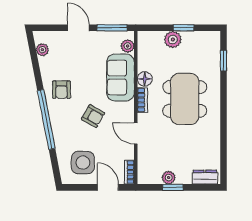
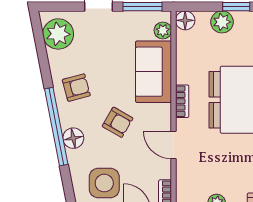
plant: (42, 50) -> (58, 34), width x1.88, depth x1.88
floor lamp: (145, 79) -> (185, 20), moved
armchair: (61, 90) -> (76, 88), turned -105
floor lamp: (59, 128) -> (73, 138), added

